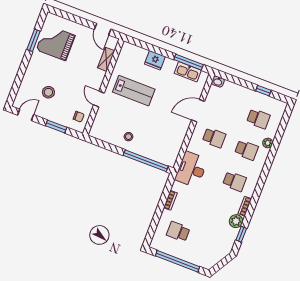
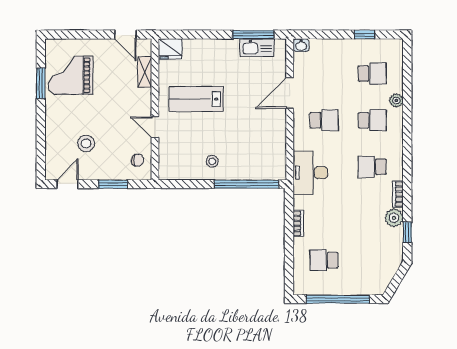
fridge: (155, 60) -> (170, 49), moved
lab bench: (134, 91) -> (196, 99), turned 180
school desk: (234, 181) -> (372, 167), turned 180

